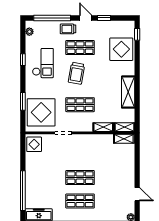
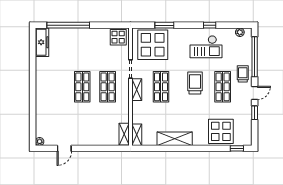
trolley: (76, 73) -> (195, 83), turned 80
shelving: (103, 127) -> (137, 90), moved
shop shelf: (80, 201) -> (108, 87), moved

